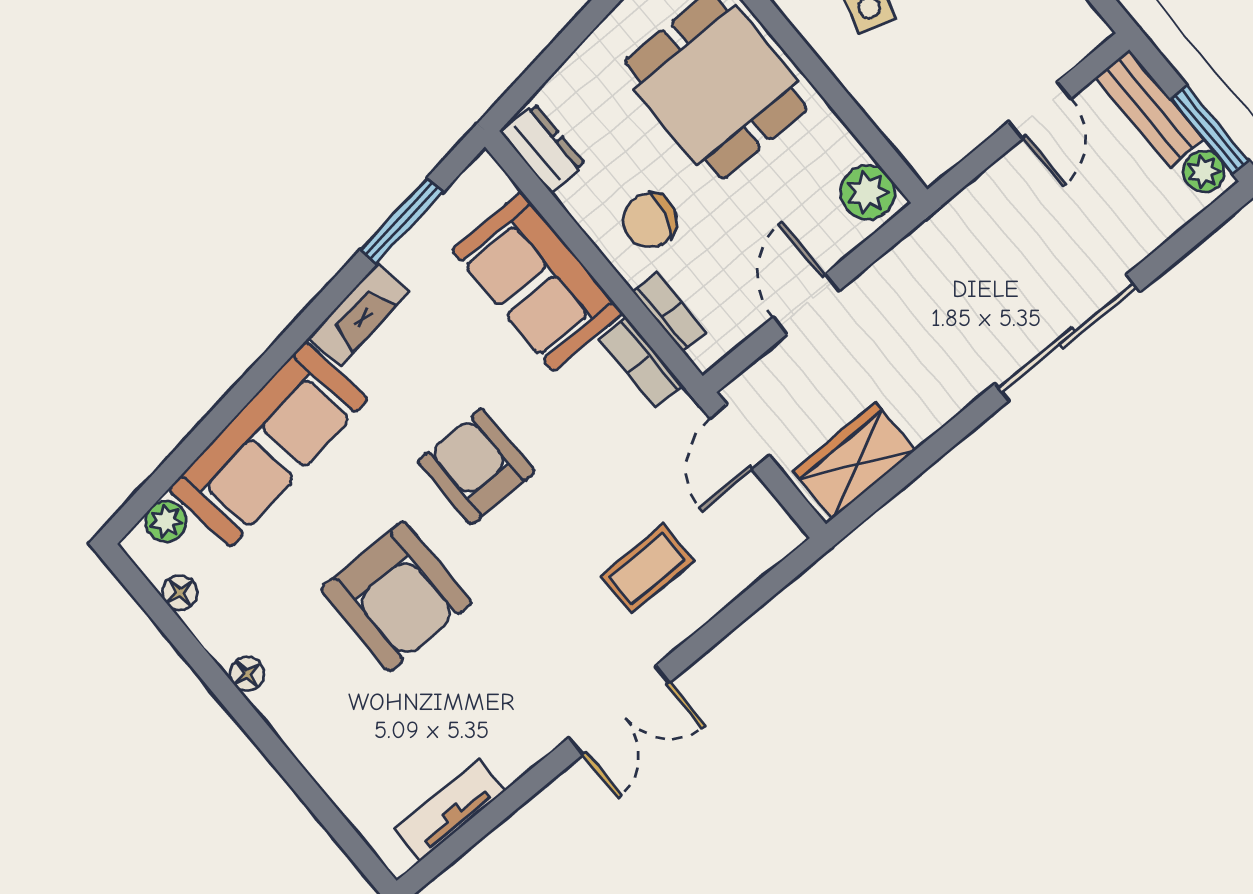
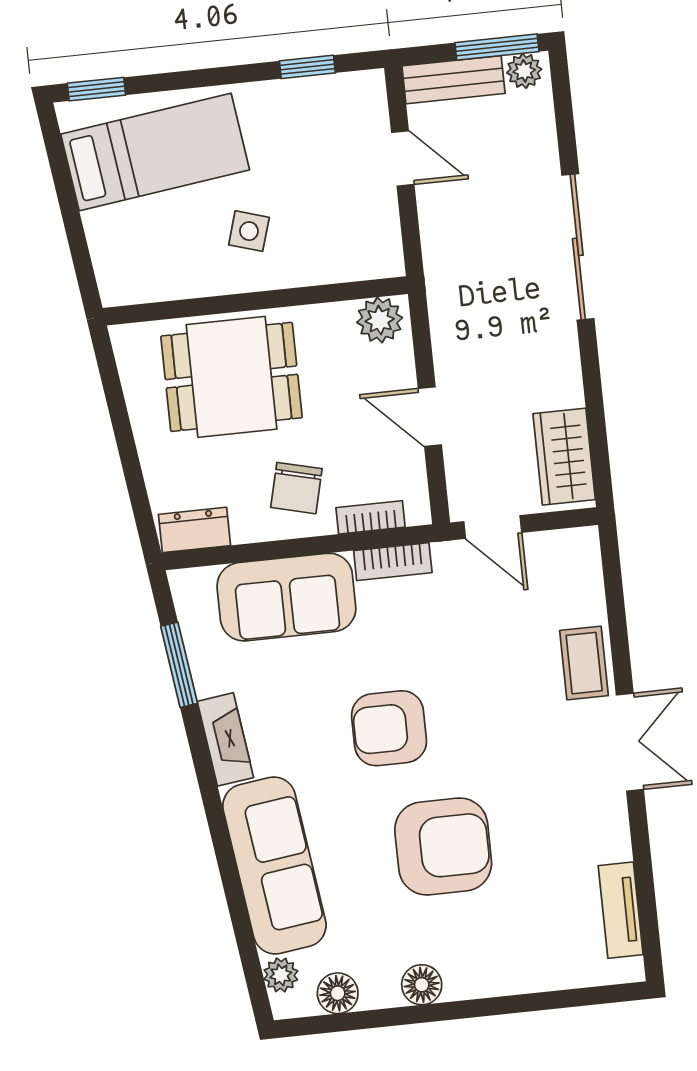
coffee table: (647, 568) -> (584, 663), moved
floor lamp: (180, 593) -> (338, 993), width x1.37, depth x1.37
floor lamp: (247, 674) -> (422, 985), width x1.37, depth x1.37

